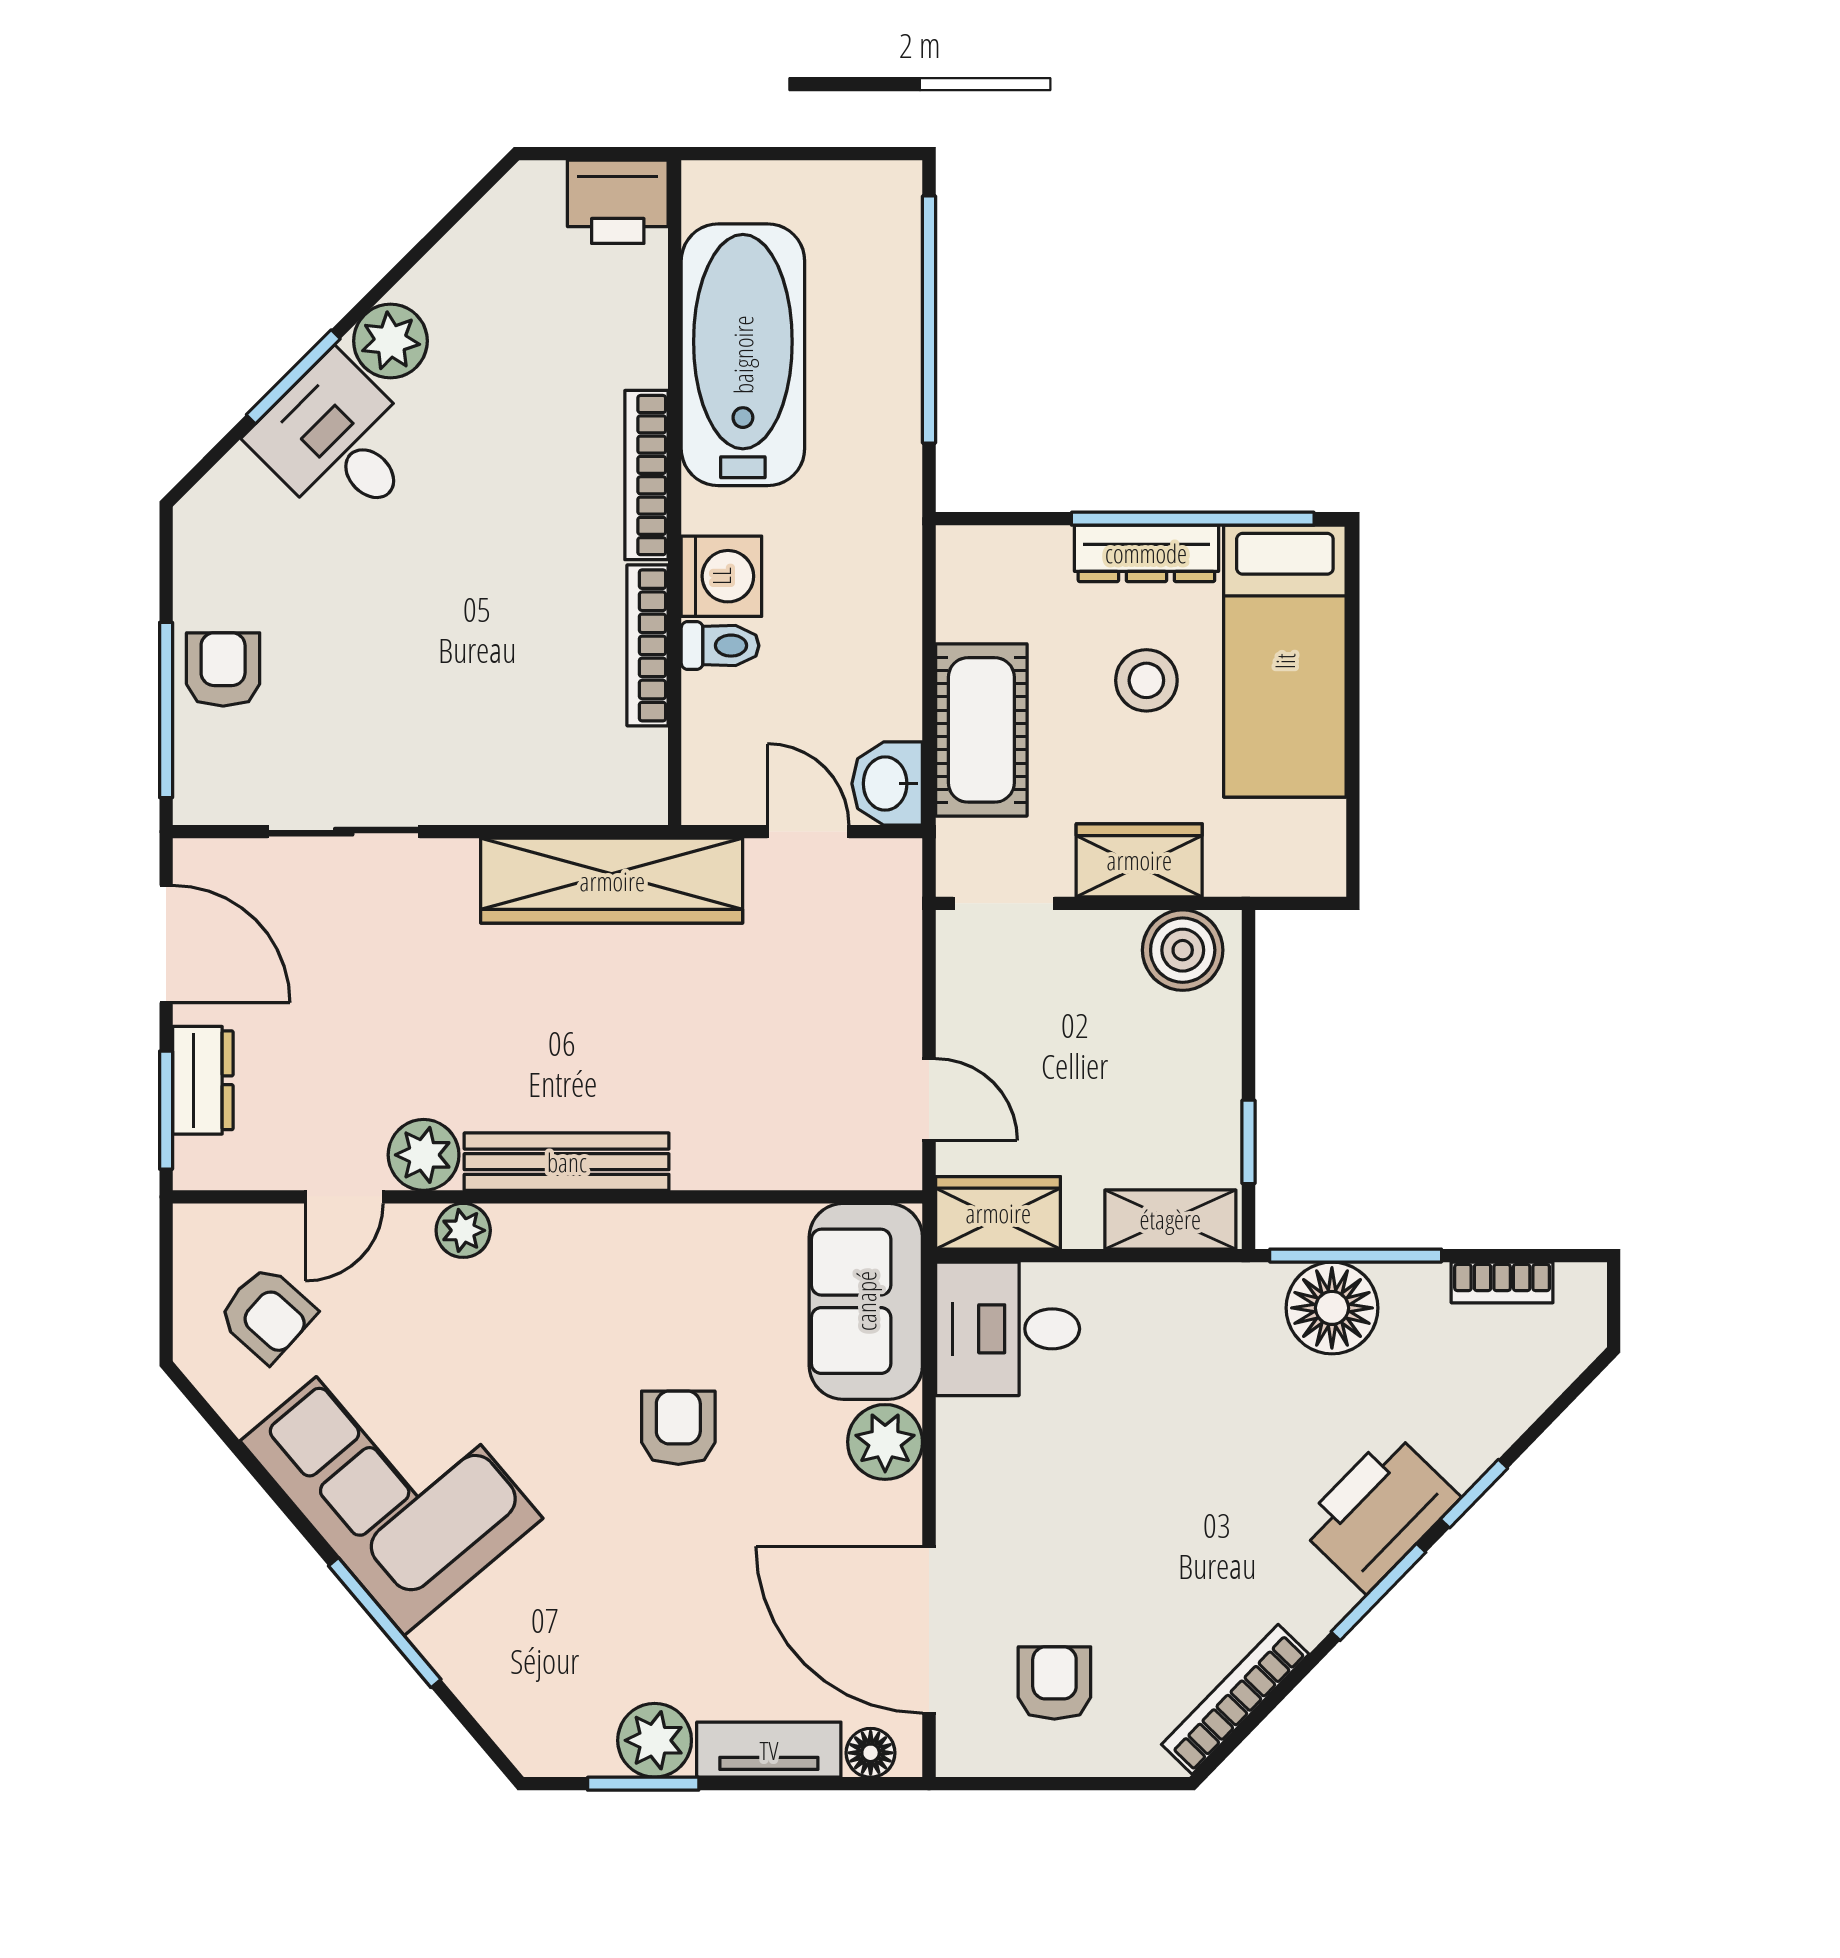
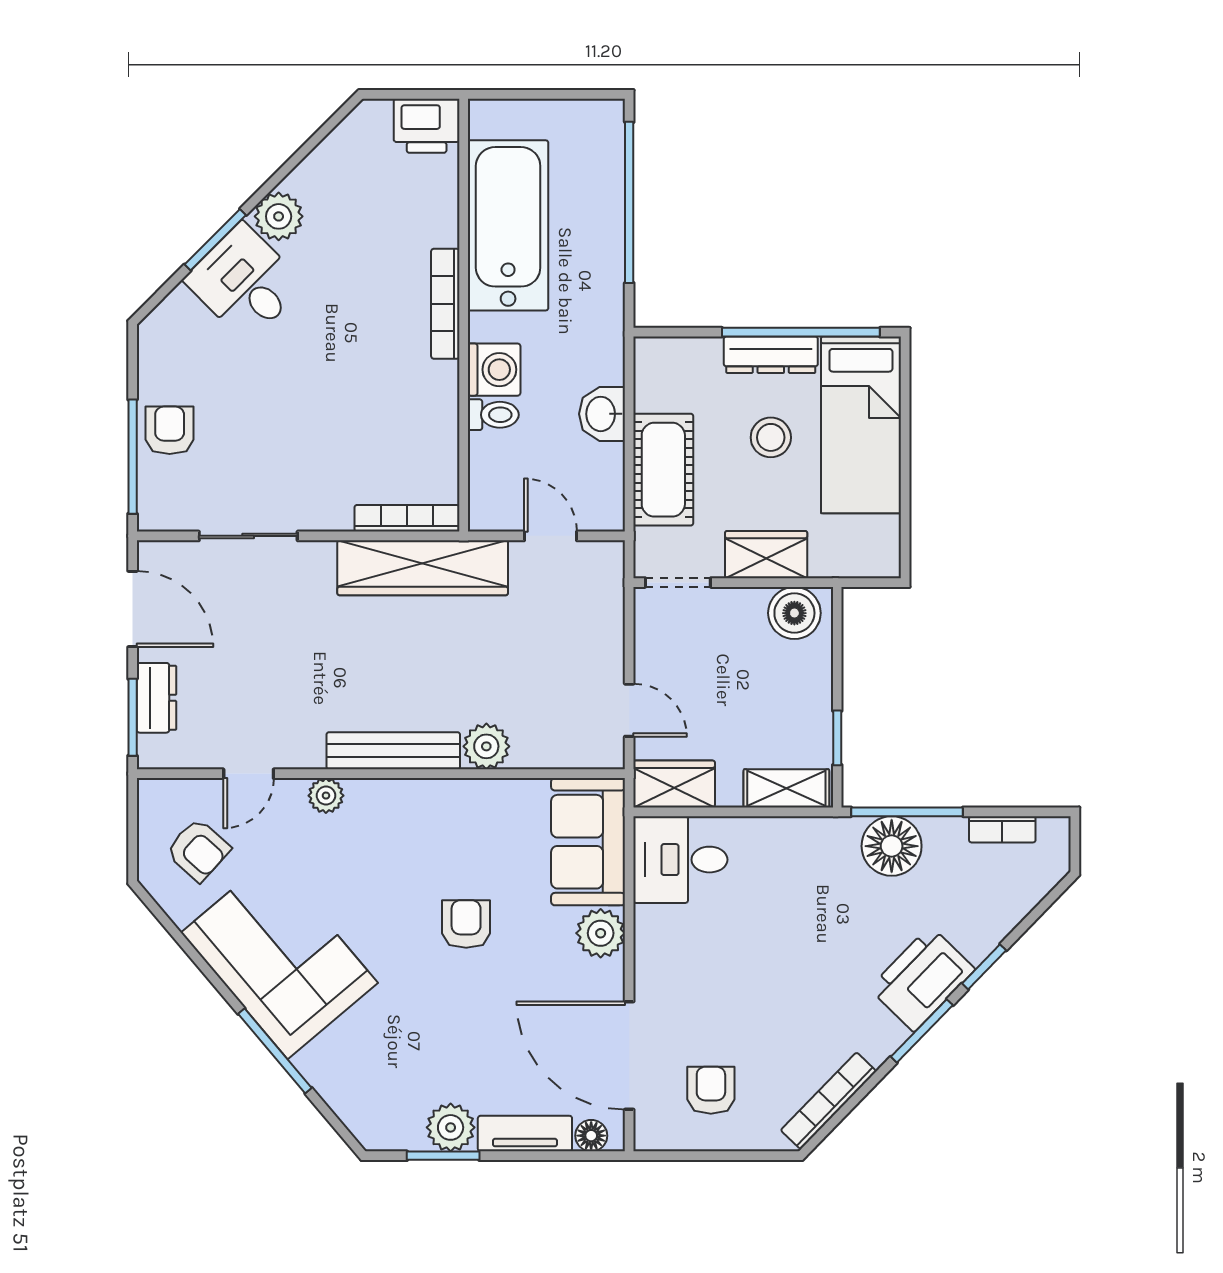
bookcase: (648, 645) -> (407, 518), moved, turned 90
washbasin: (887, 784) -> (602, 414), moved
plant: (424, 1155) -> (486, 746), moved

